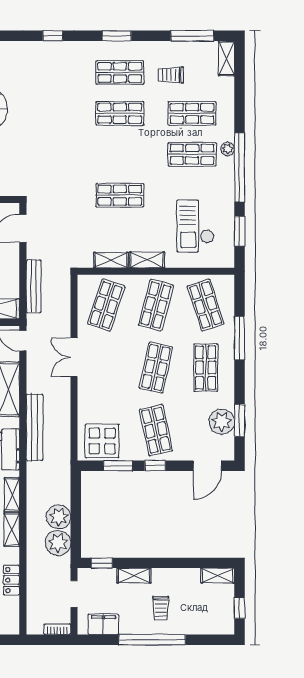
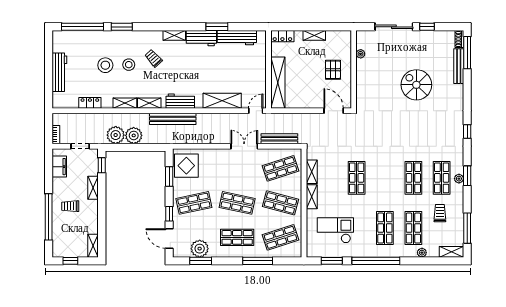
plant: (121, 48) -> (459, 179), added
plant: (228, 149) -> (422, 253), moved
bench: (34, 286) -> (279, 139), moved
shop shelf: (106, 305) -> (280, 168), turned -36
bench: (35, 427) -> (173, 119), moved
window: (155, 466) -> (169, 214), moved
window: (152, 640) -> (49, 217), moved

